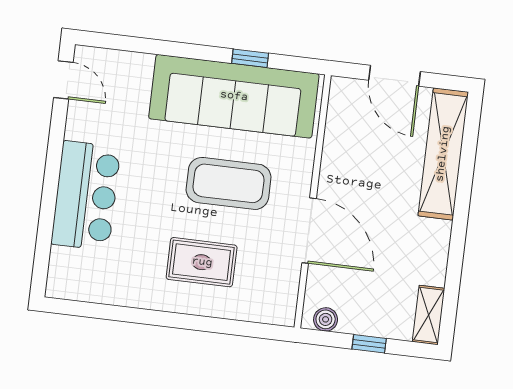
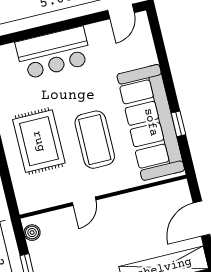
door: (309, 231) -> (84, 201), width x0.53
rug: (202, 262) -> (39, 141), width x1.36, depth x1.43

